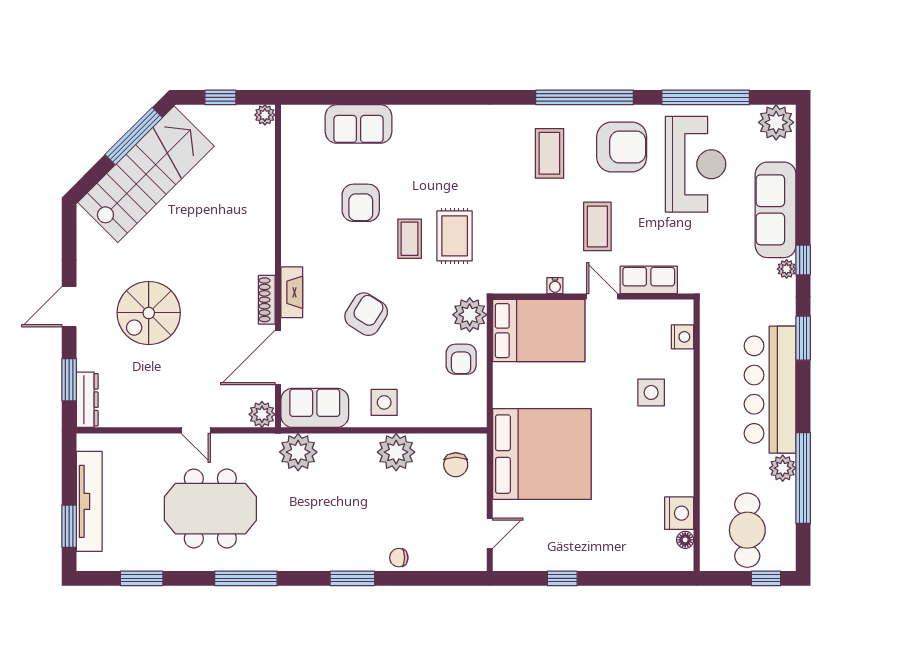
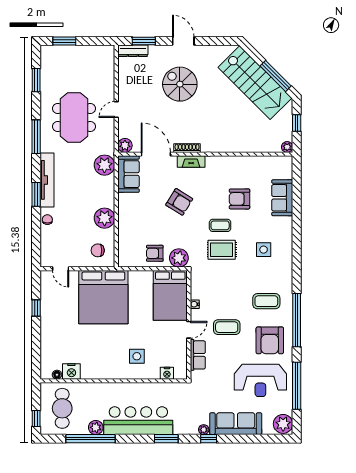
side table: (384, 402) -> (264, 250), moved
tv unit: (89, 501) -> (47, 180), moved, turned -90
cafe table: (747, 530) -> (62, 408), turned 90

